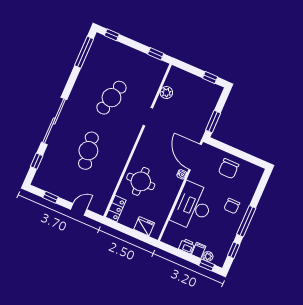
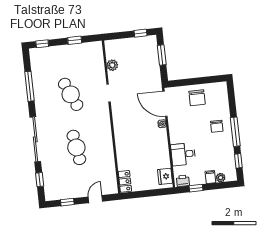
window: (84, 52) -> (29, 86), moved
window: (156, 54) -> (75, 40), moved
cafe table: (111, 98) -> (71, 94), turned -39
window: (213, 122) -> (162, 55), moved
round table: (141, 181) -> (132, 148), removed
desk: (193, 206) -> (183, 154), width x0.53, depth x0.77
fridge: (144, 226) -> (165, 176), moved, turned -90
printer: (187, 246) -> (183, 181), moved
window: (207, 265) -> (196, 188), moved

